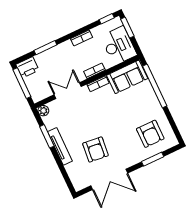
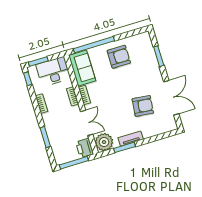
printer: (27, 67) -> (85, 148), moved, turned 180
double door: (68, 91) -> (87, 123), swing flipped
plant: (43, 111) -> (104, 142), width x1.88, depth x1.88
armchair: (150, 134) -> (119, 57), moved
tv unit: (60, 146) -> (131, 139), width x0.71

